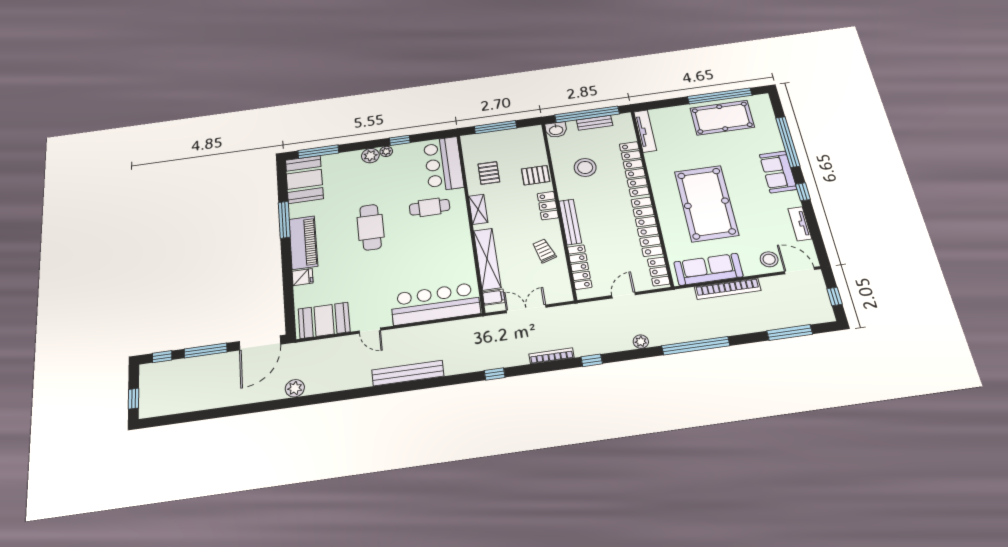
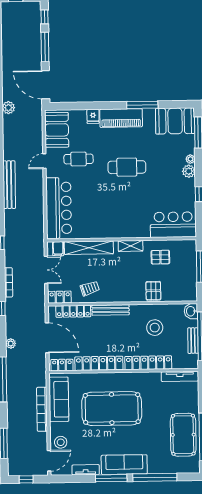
plant: (386, 151) -> (190, 159), moved
sofa: (778, 172) -> (124, 465), width x1.36
window: (803, 192) -> (111, 478), width x2.17
locker: (548, 206) -> (60, 297), moved
cafe table: (430, 207) -> (79, 159), moved, turned 90
door: (624, 295) -> (47, 338), width x1.88

